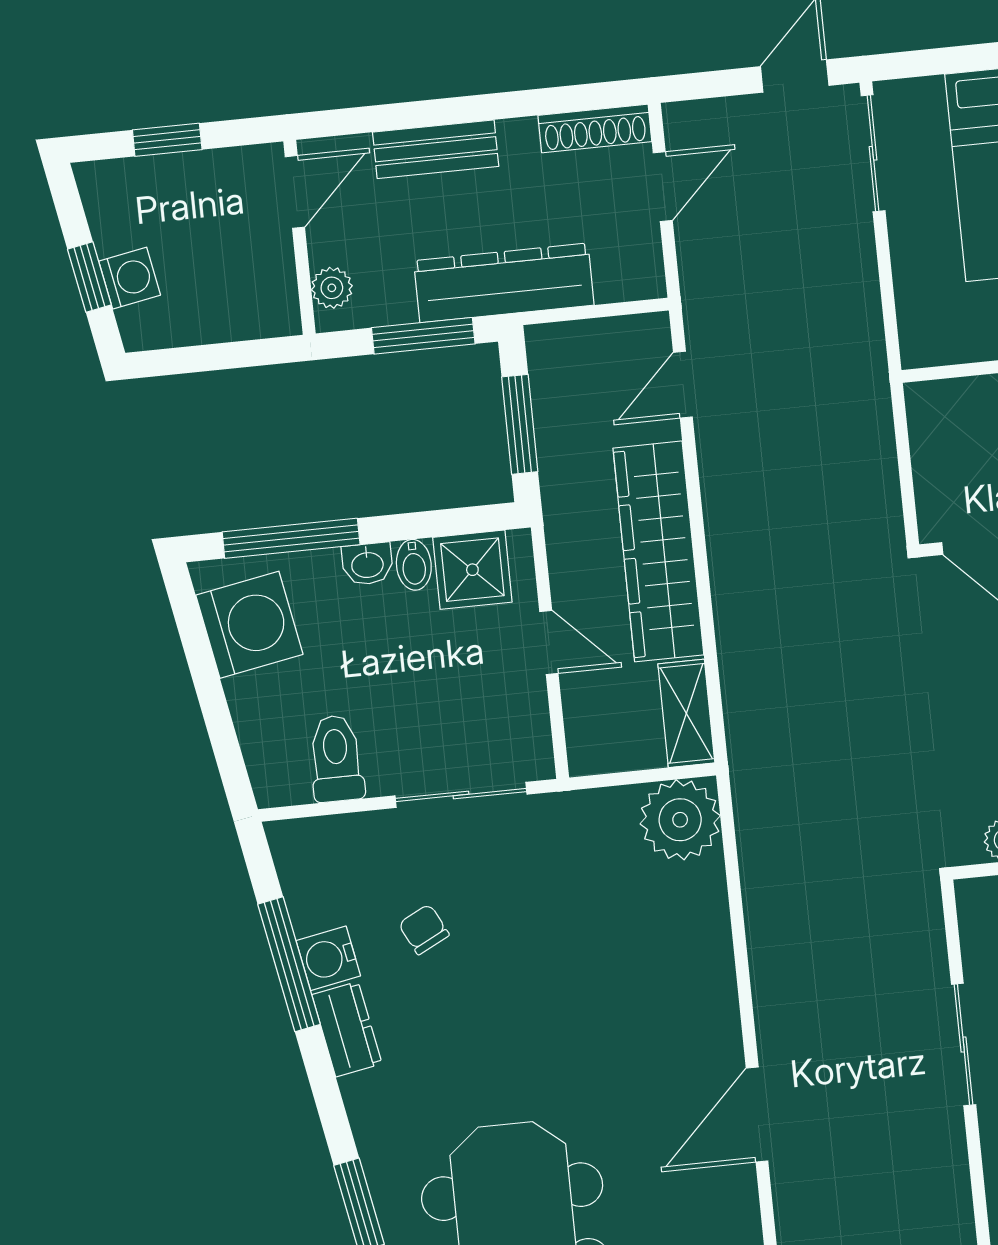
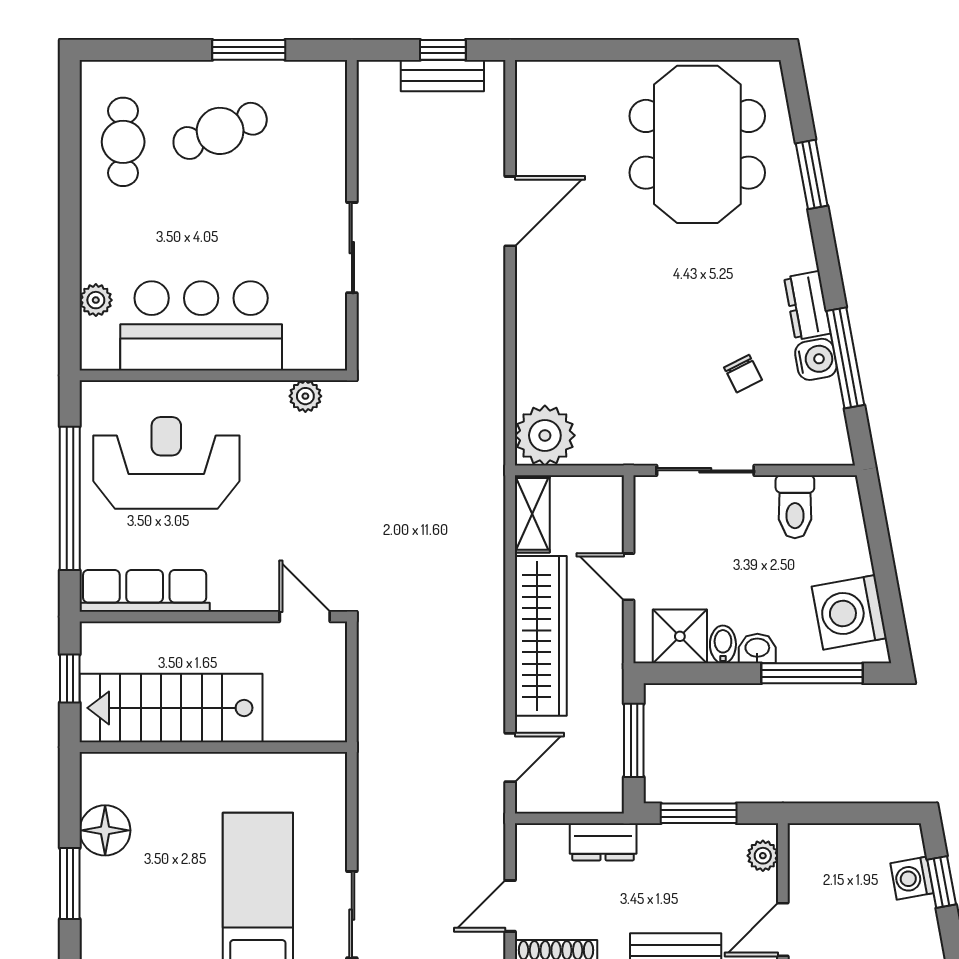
dresser: (504, 283) -> (603, 842), width x0.51, depth x0.80

